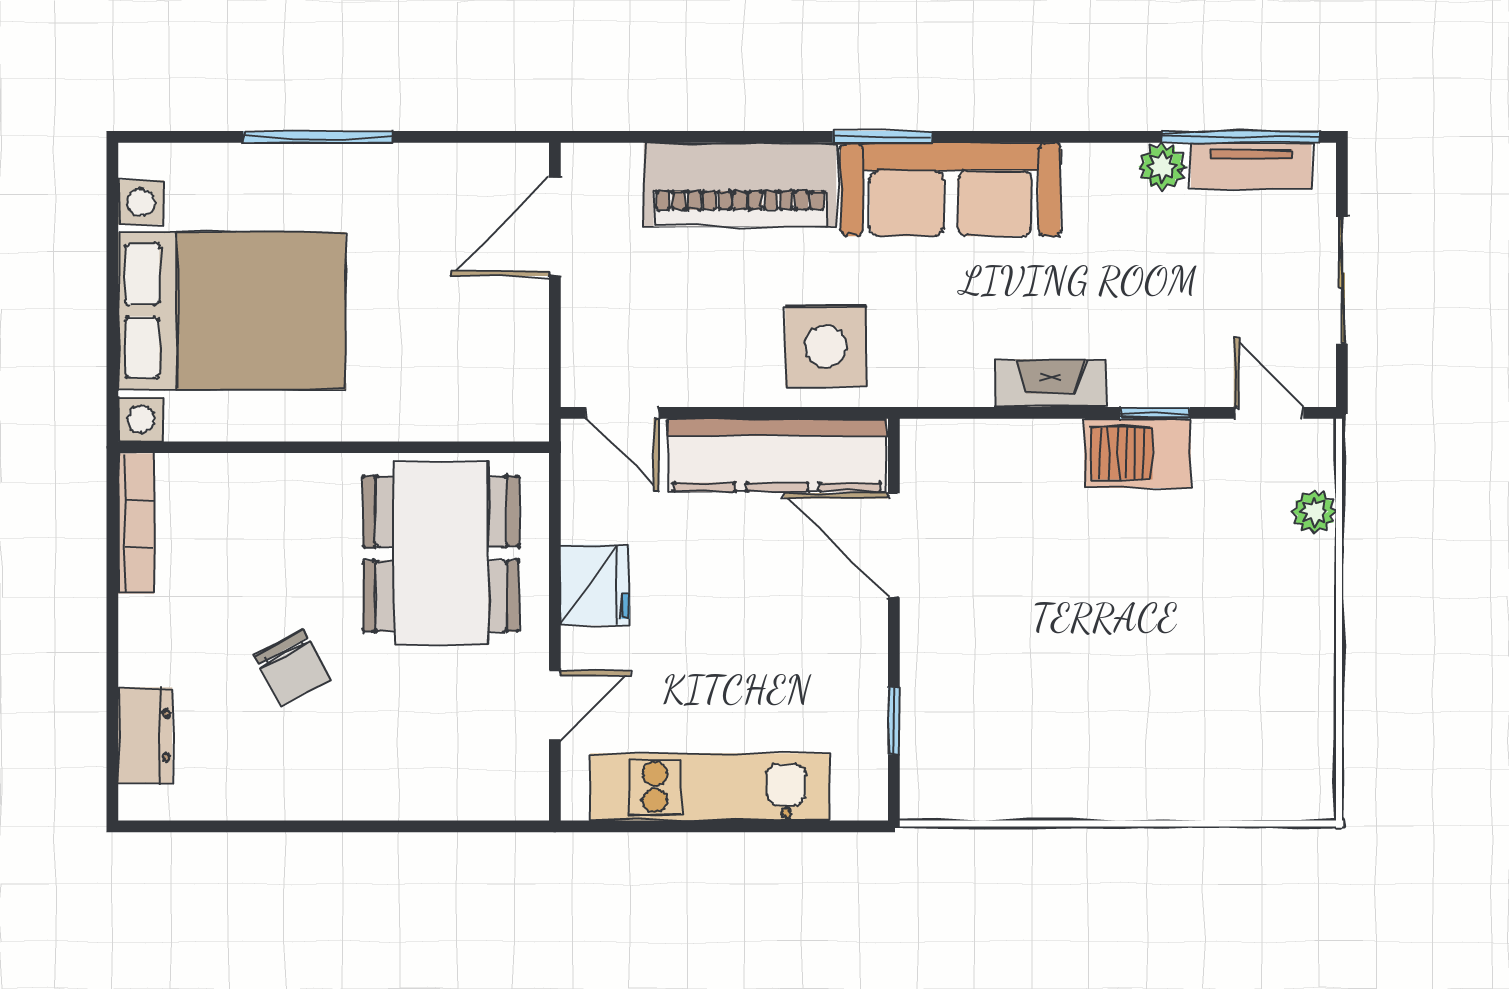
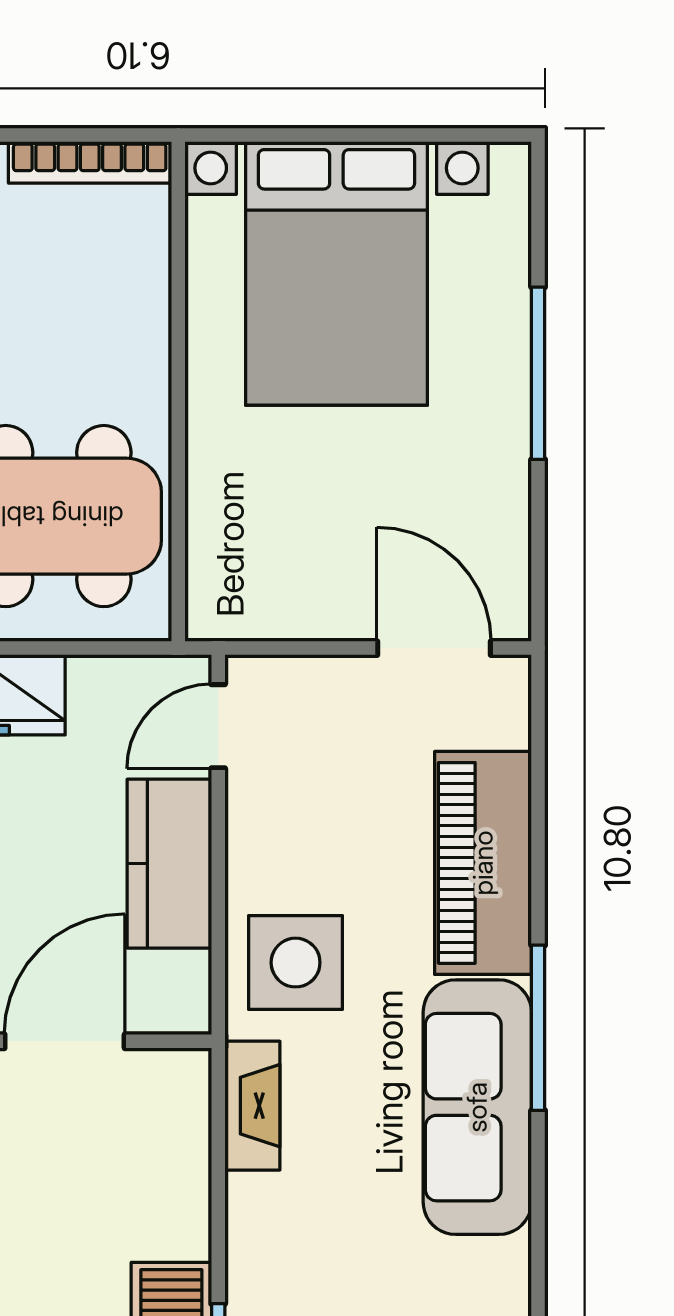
window: (882, 137) -> (538, 1028), width x1.44
fireplace: (1051, 383) -> (252, 1106), moved
kitchen counter: (777, 455) -> (169, 864), width x0.67

